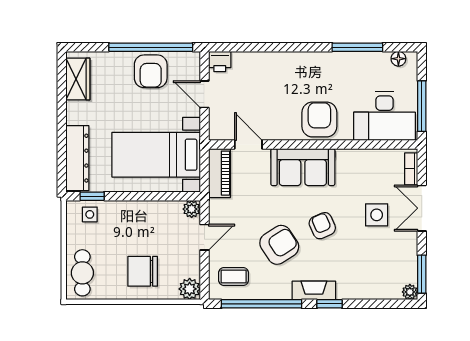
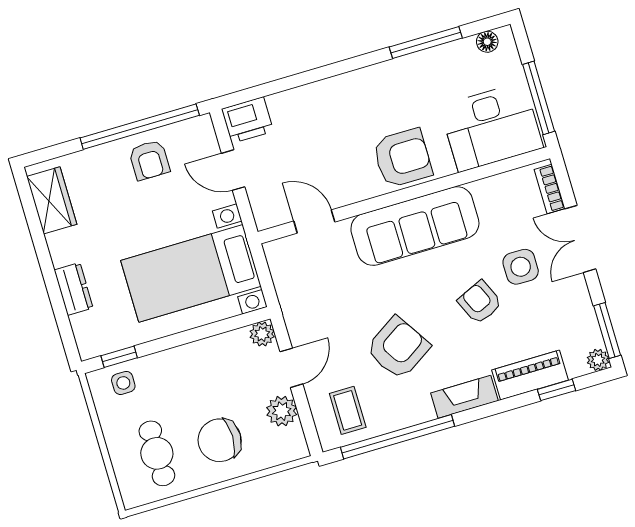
printer: (220, 62) -> (248, 120), width x1.36, depth x1.24
armchair: (151, 71) -> (149, 160), width x0.72, depth x0.72
armchair: (319, 119) -> (402, 158), turned 90
dresser: (77, 158) -> (74, 289), width x0.51, depth x0.80
sofa: (303, 167) -> (415, 226), width x1.36
piano: (220, 173) -> (530, 375), moved, turned -90
armchair: (322, 226) -> (480, 302), moved
cafe table: (82, 273) -> (157, 453), moved
coffee table: (234, 277) -> (348, 410), turned 90
plant: (190, 289) -> (282, 411), moved
window: (330, 304) -> (557, 390), moved

